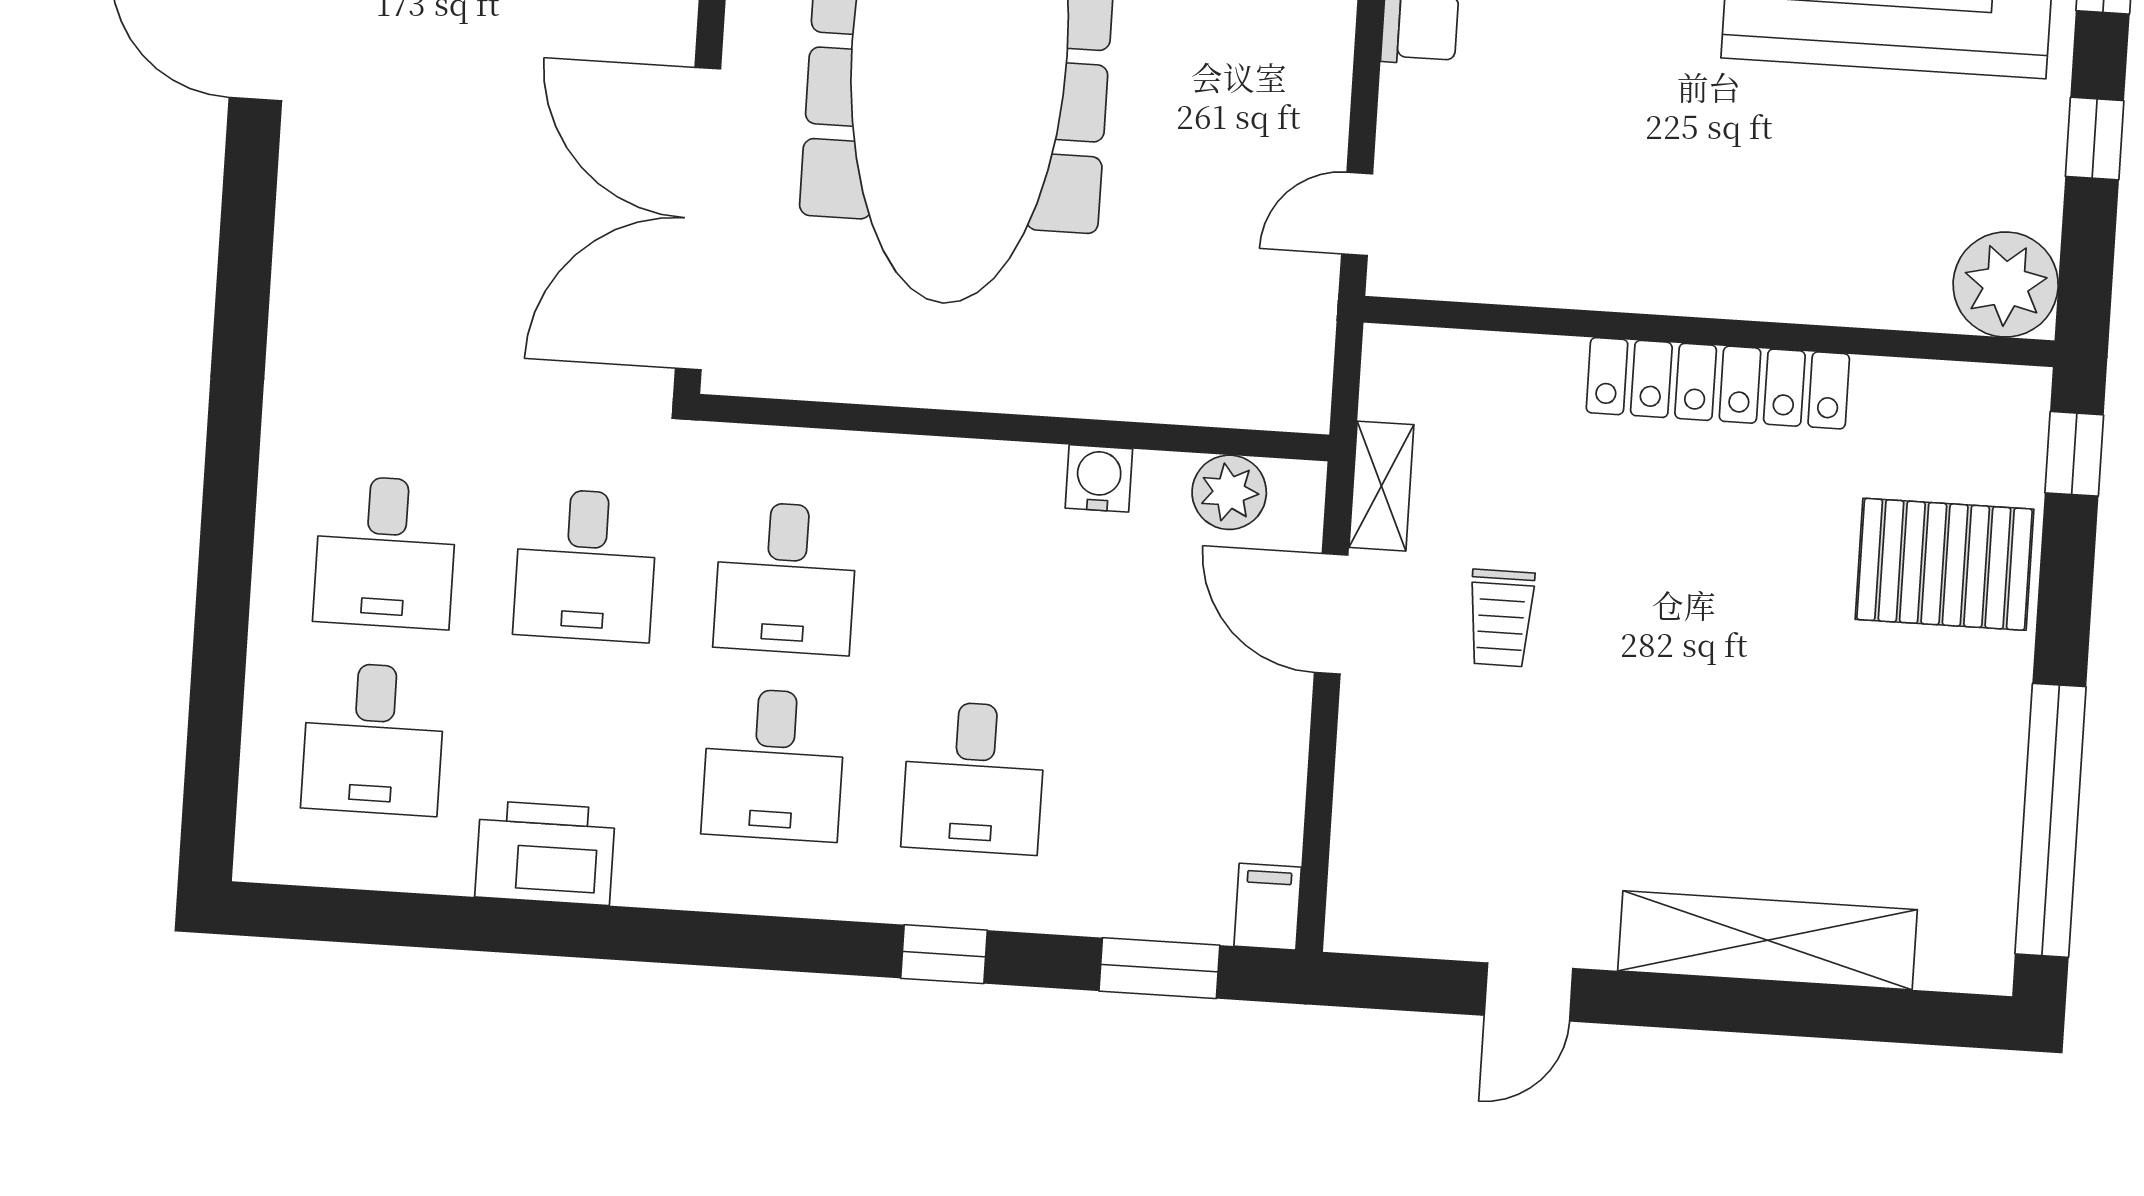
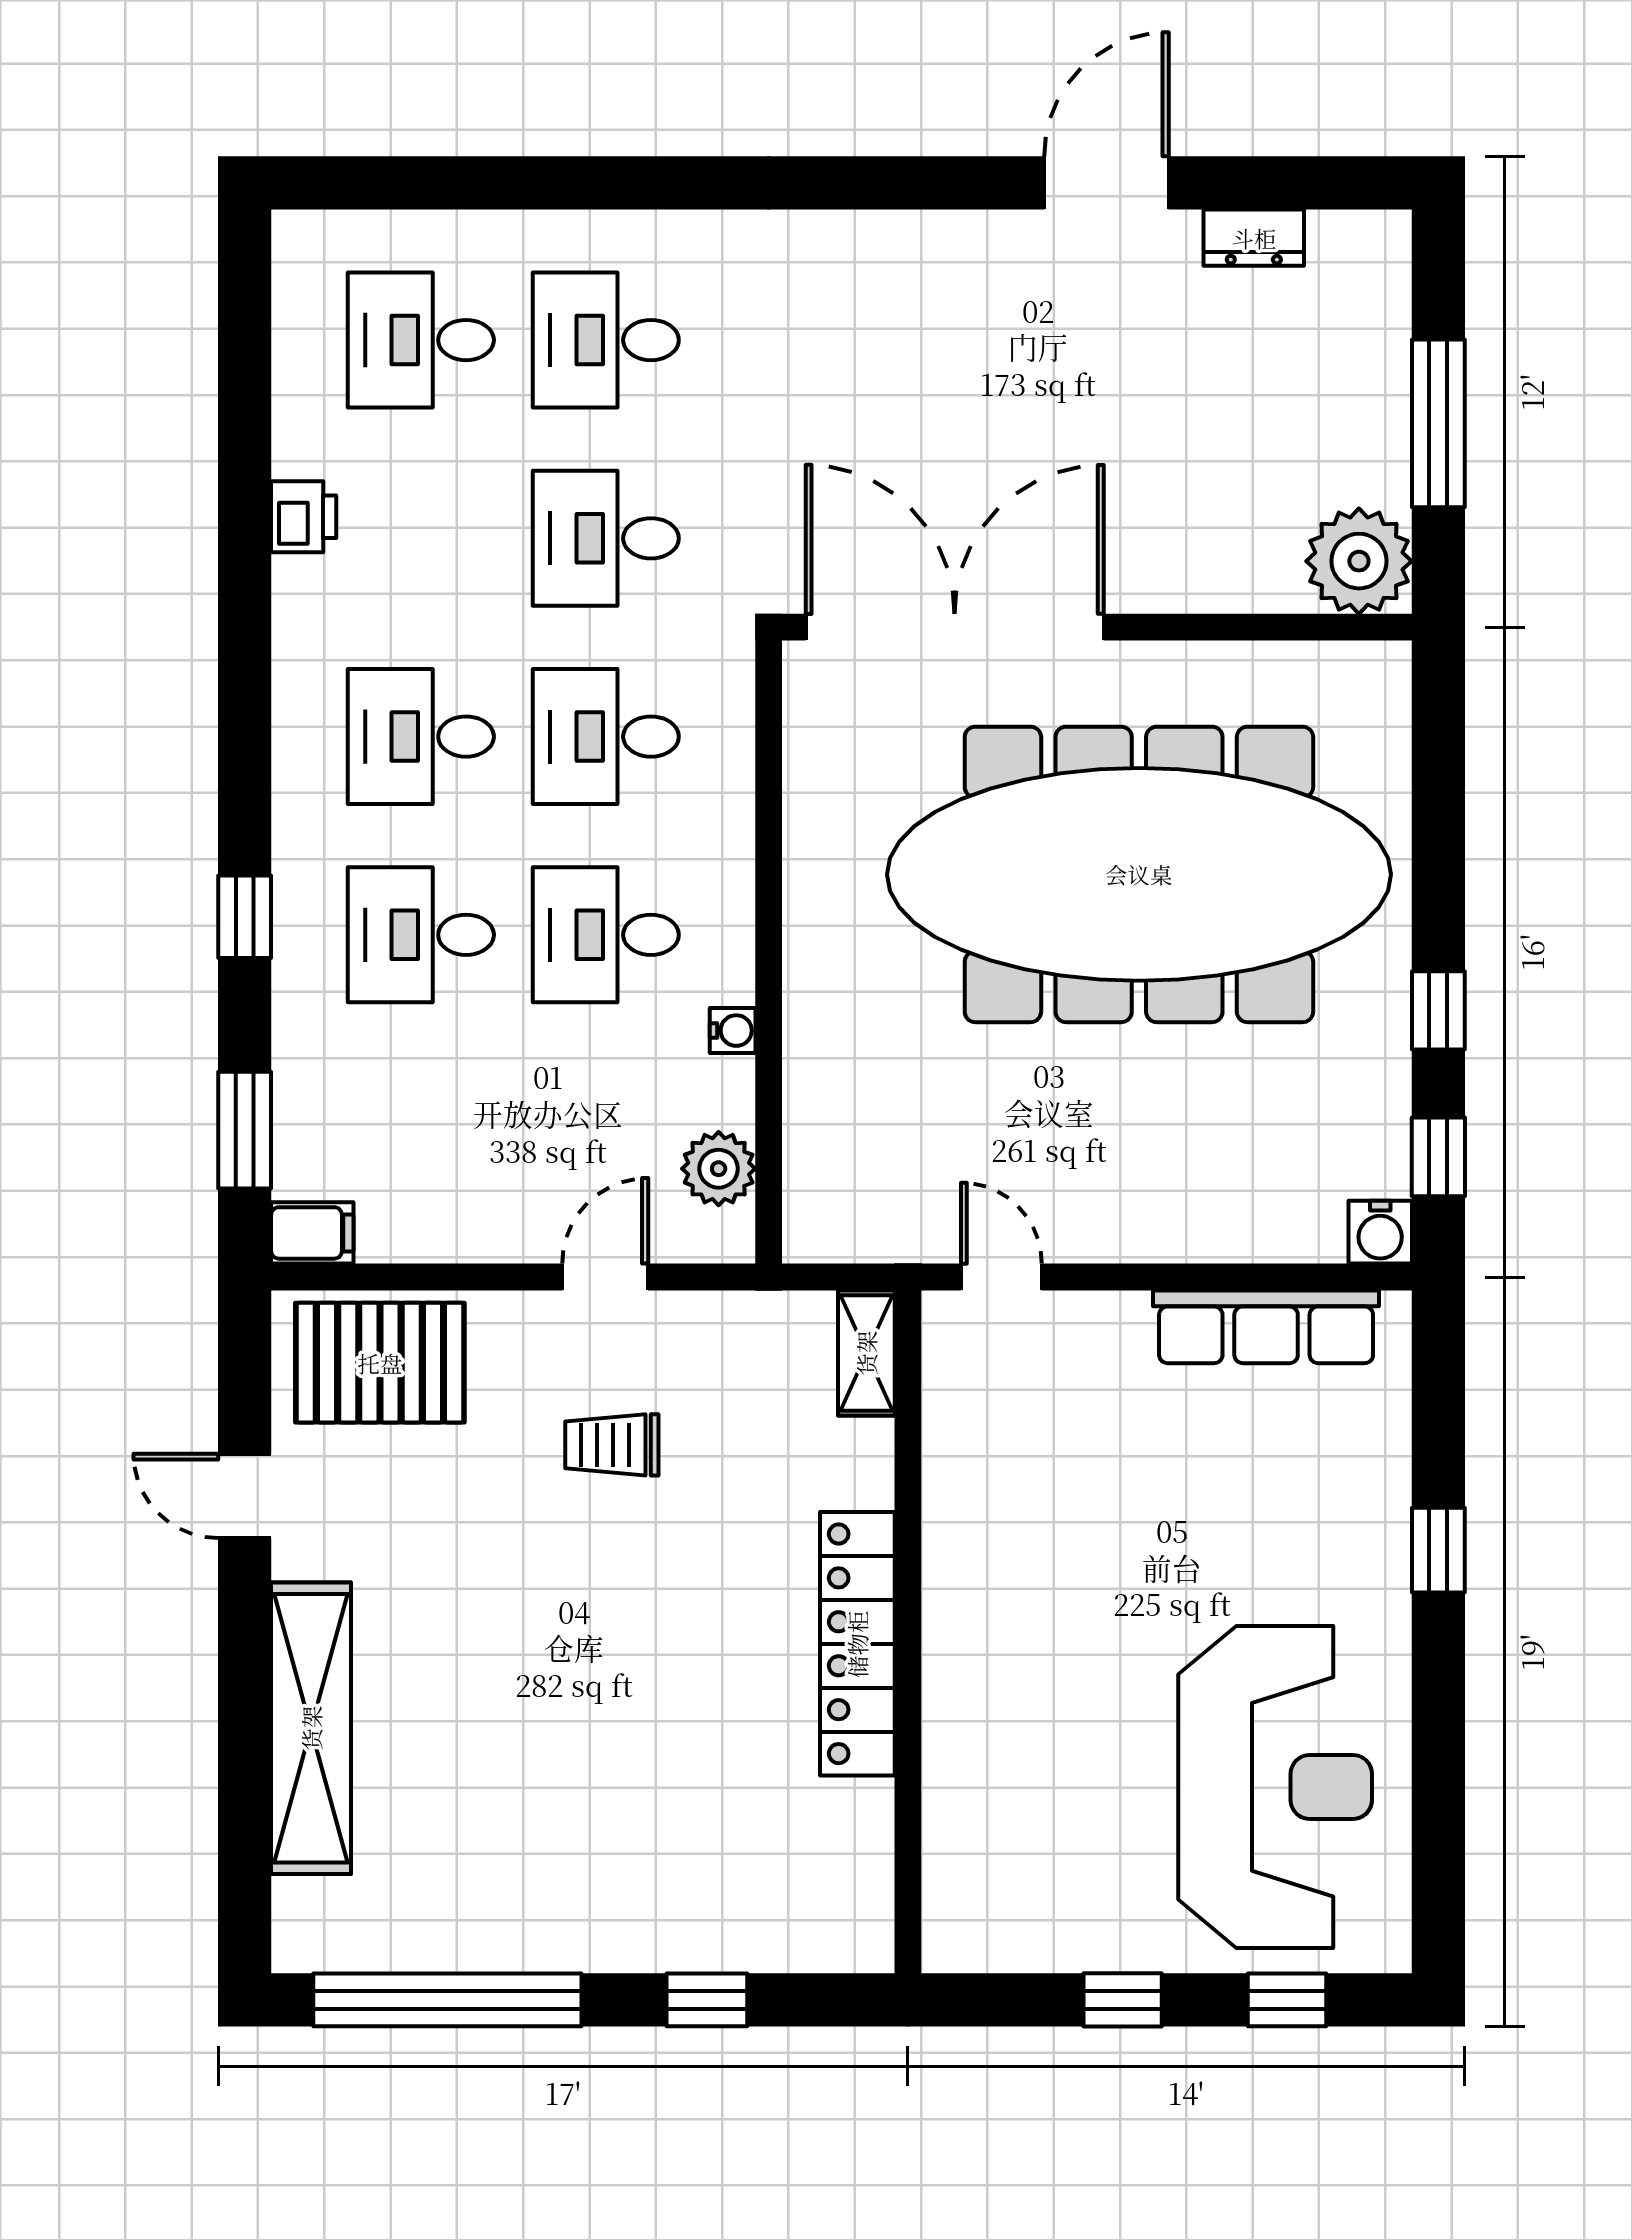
plant: (2006, 285) -> (973, 1921), removed
window: (2074, 454) -> (707, 2000), moved
water cooler: (1099, 478) -> (733, 1031), width x0.72, depth x0.72
shelving: (1381, 486) -> (866, 1353), moved, turned 90
pallet: (1944, 564) -> (380, 1363), moved, turned 90
desk: (986, 591) -> (606, 935), added
door: (1331, 614) -> (605, 1277), width x0.73
printer: (545, 853) -> (304, 517), width x0.53, depth x0.68

